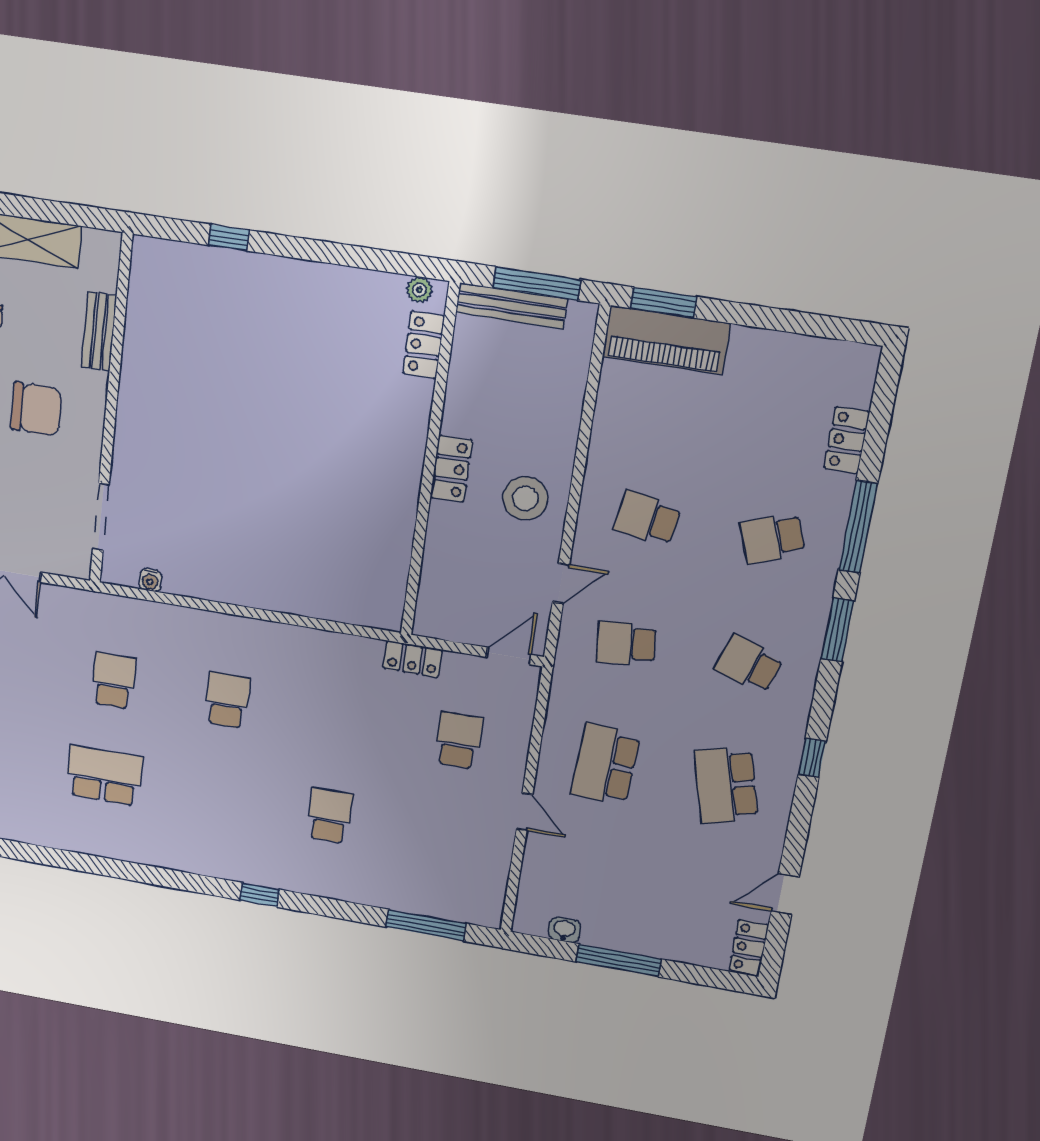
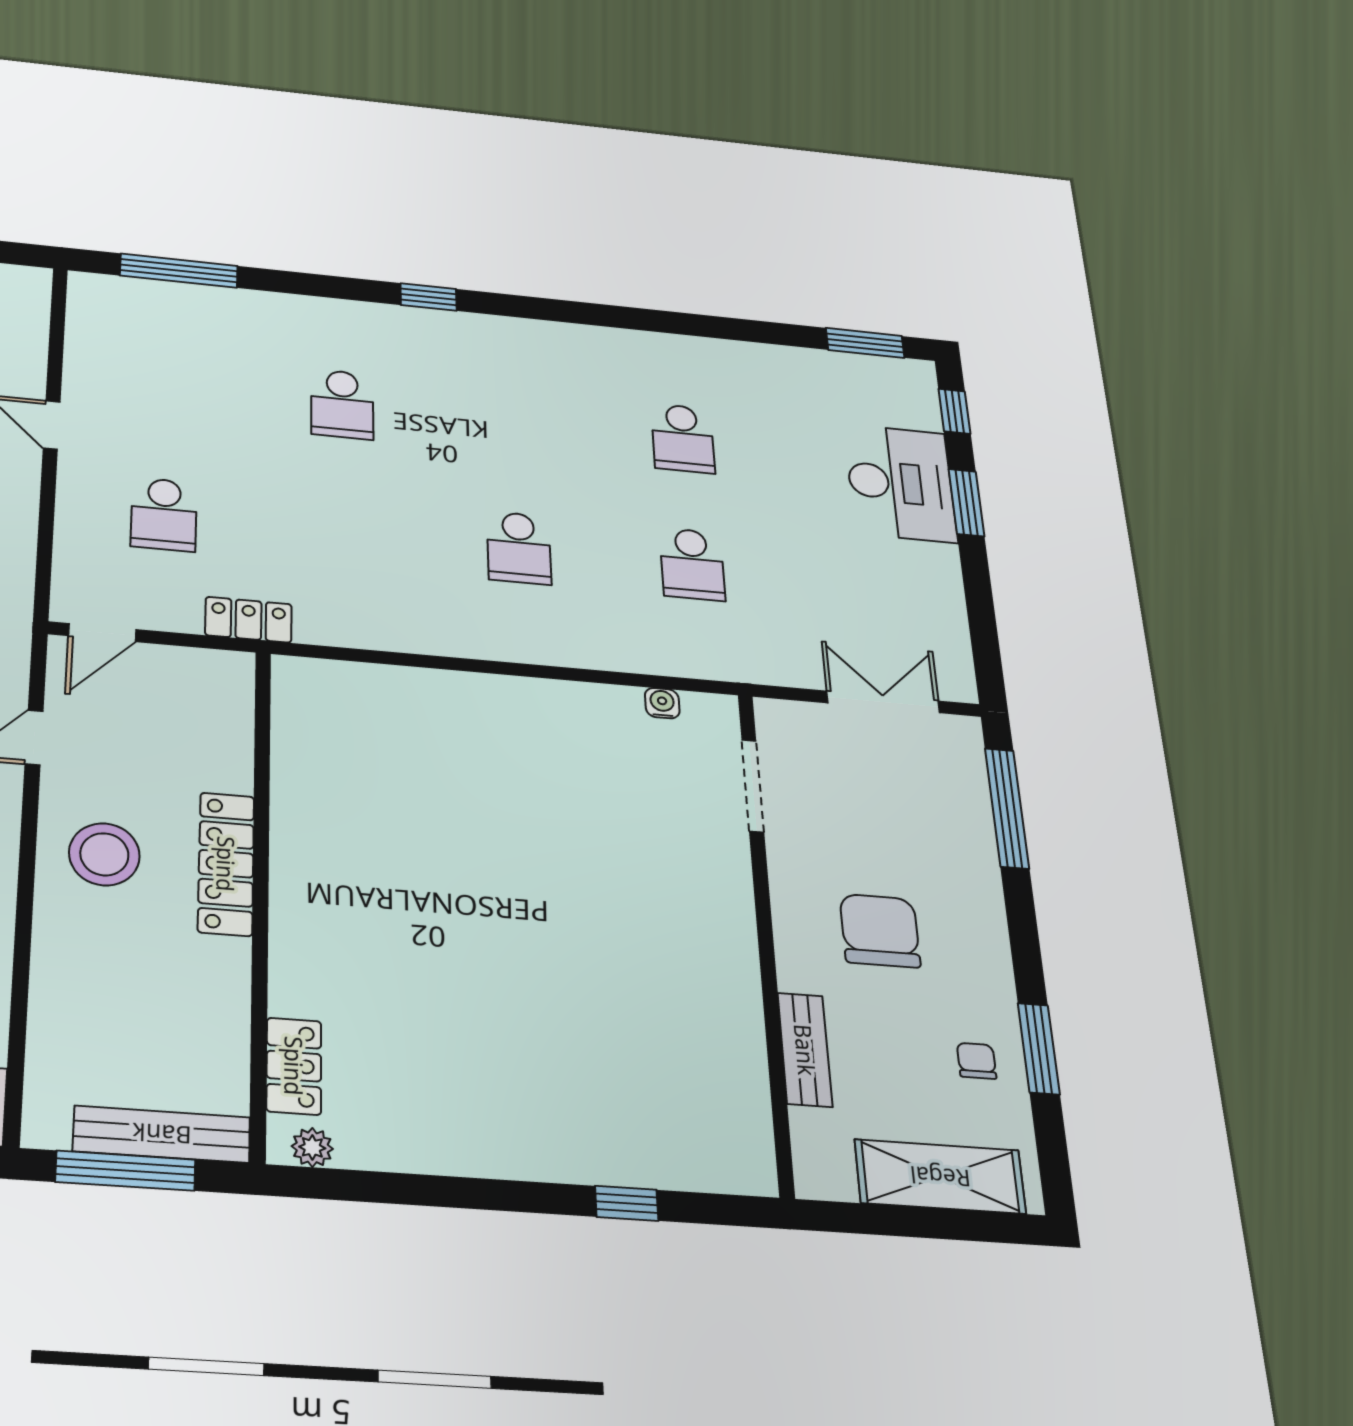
chair: (36, 409) -> (880, 931), turned 90
locker: (451, 469) -> (226, 864), width x1.53
school desk: (104, 776) -> (683, 438), width x0.54

